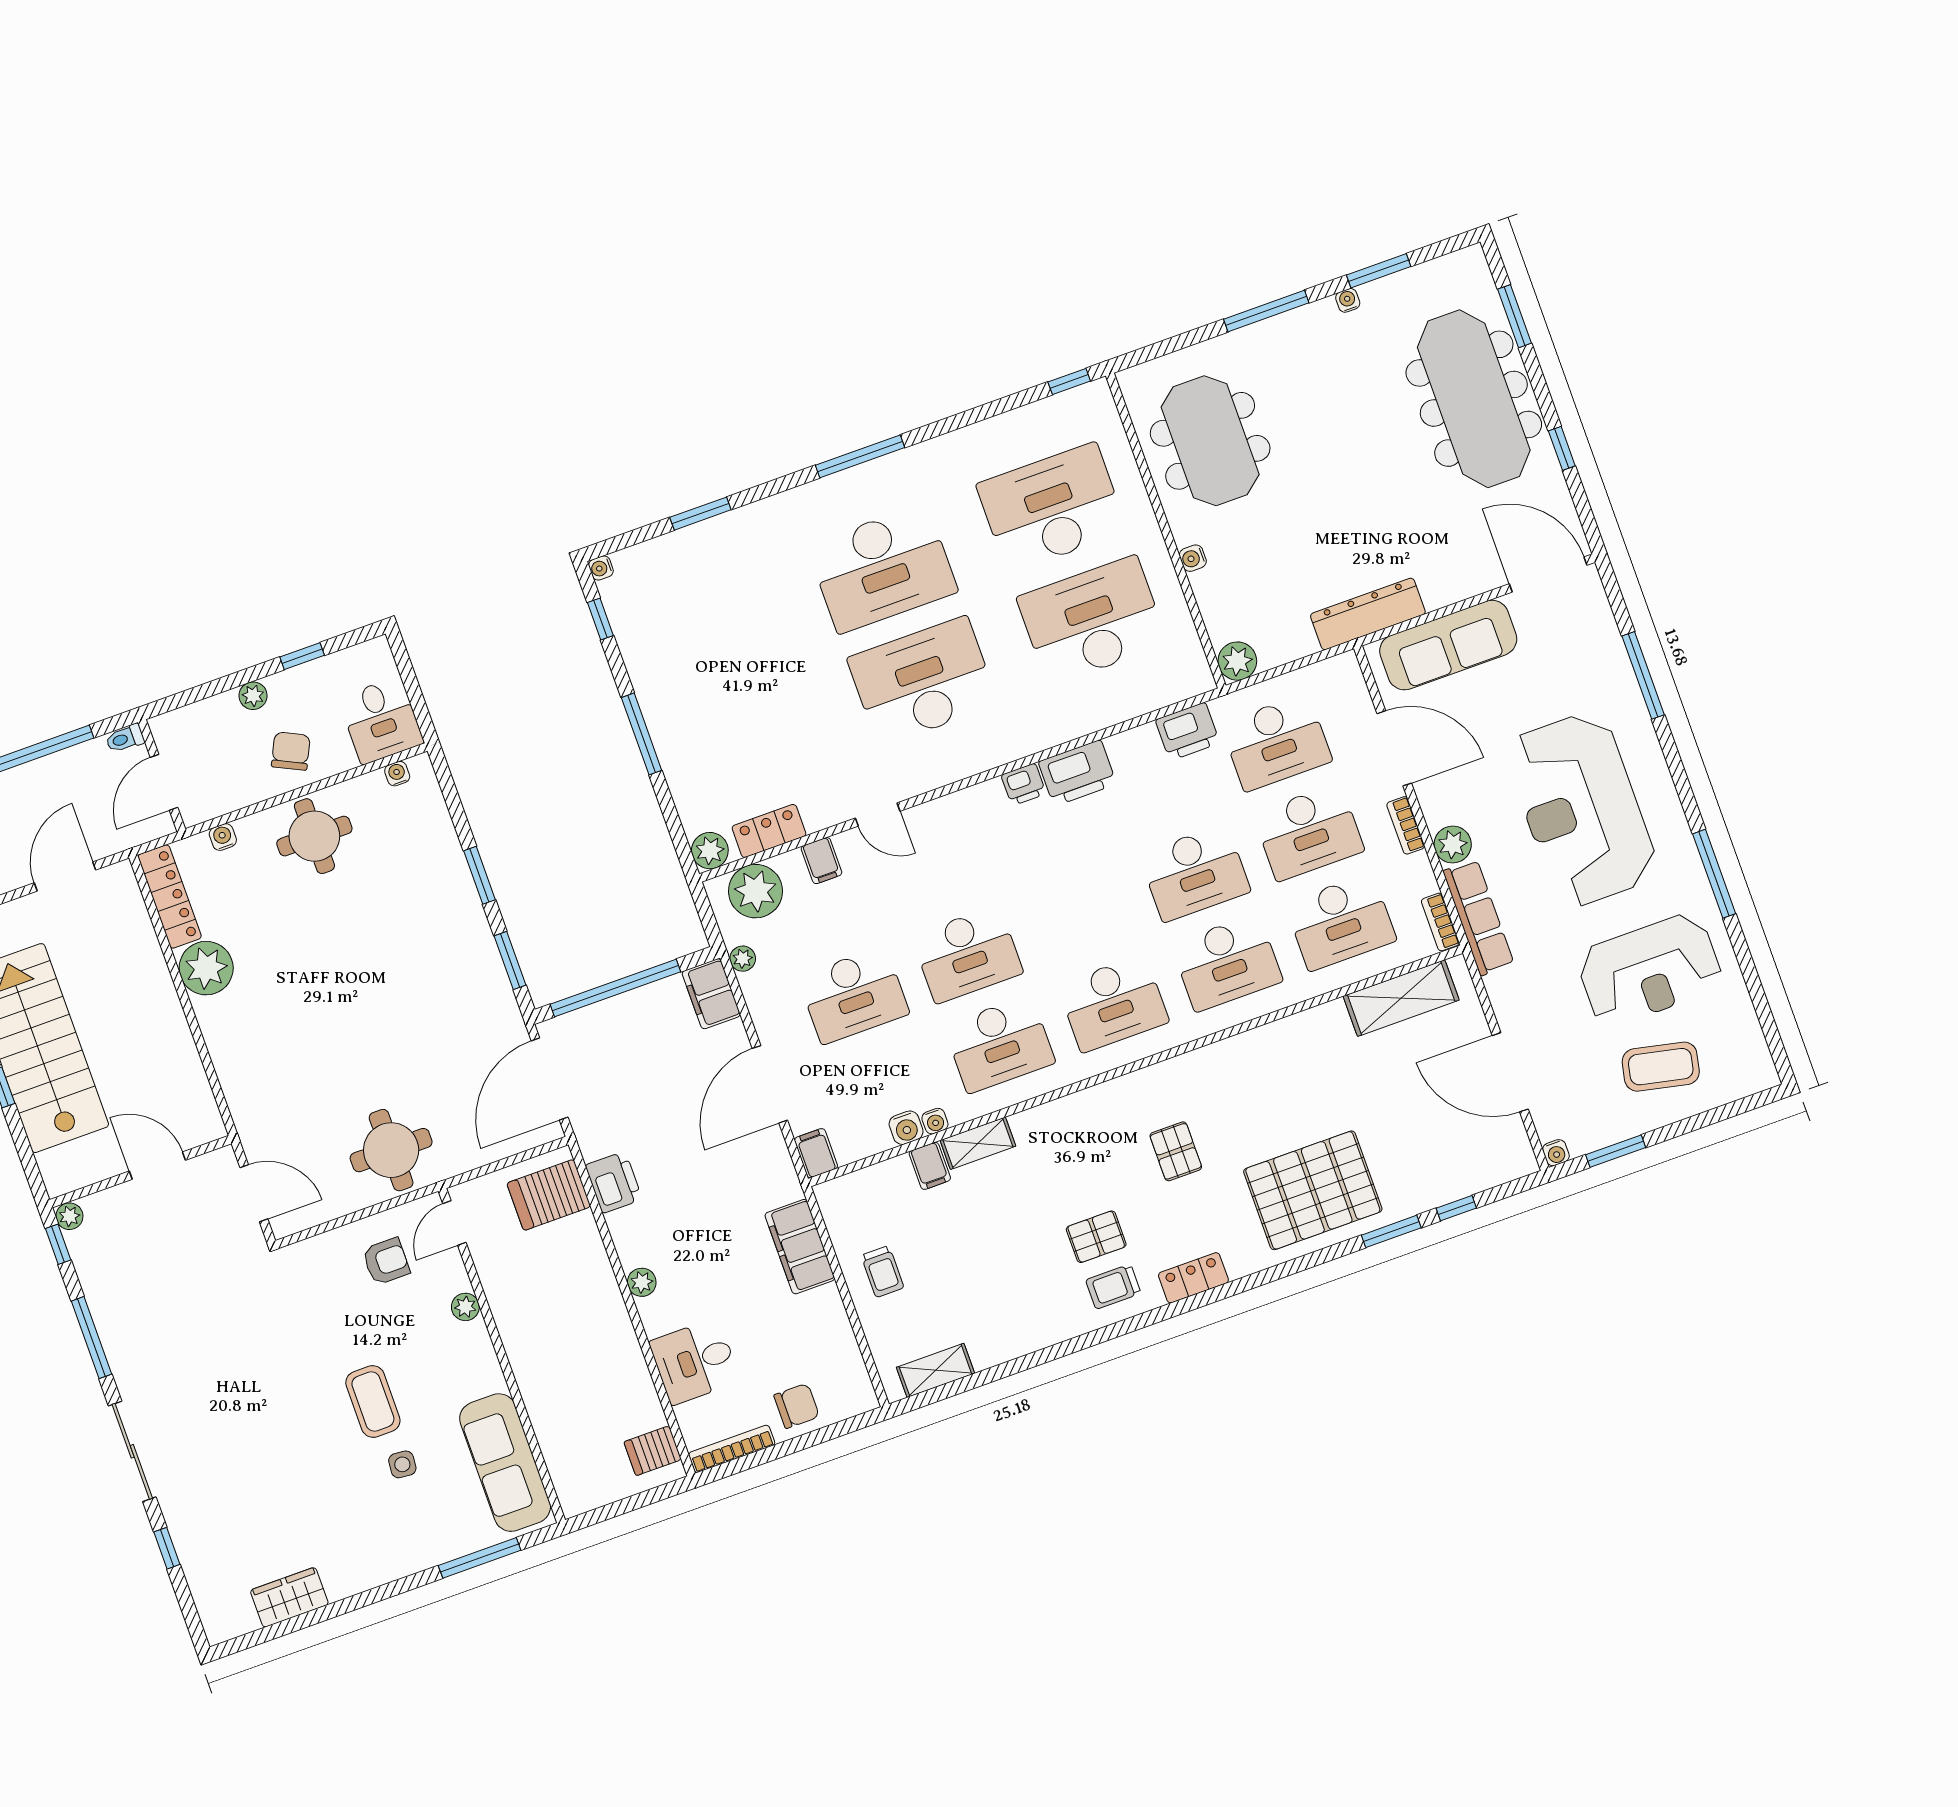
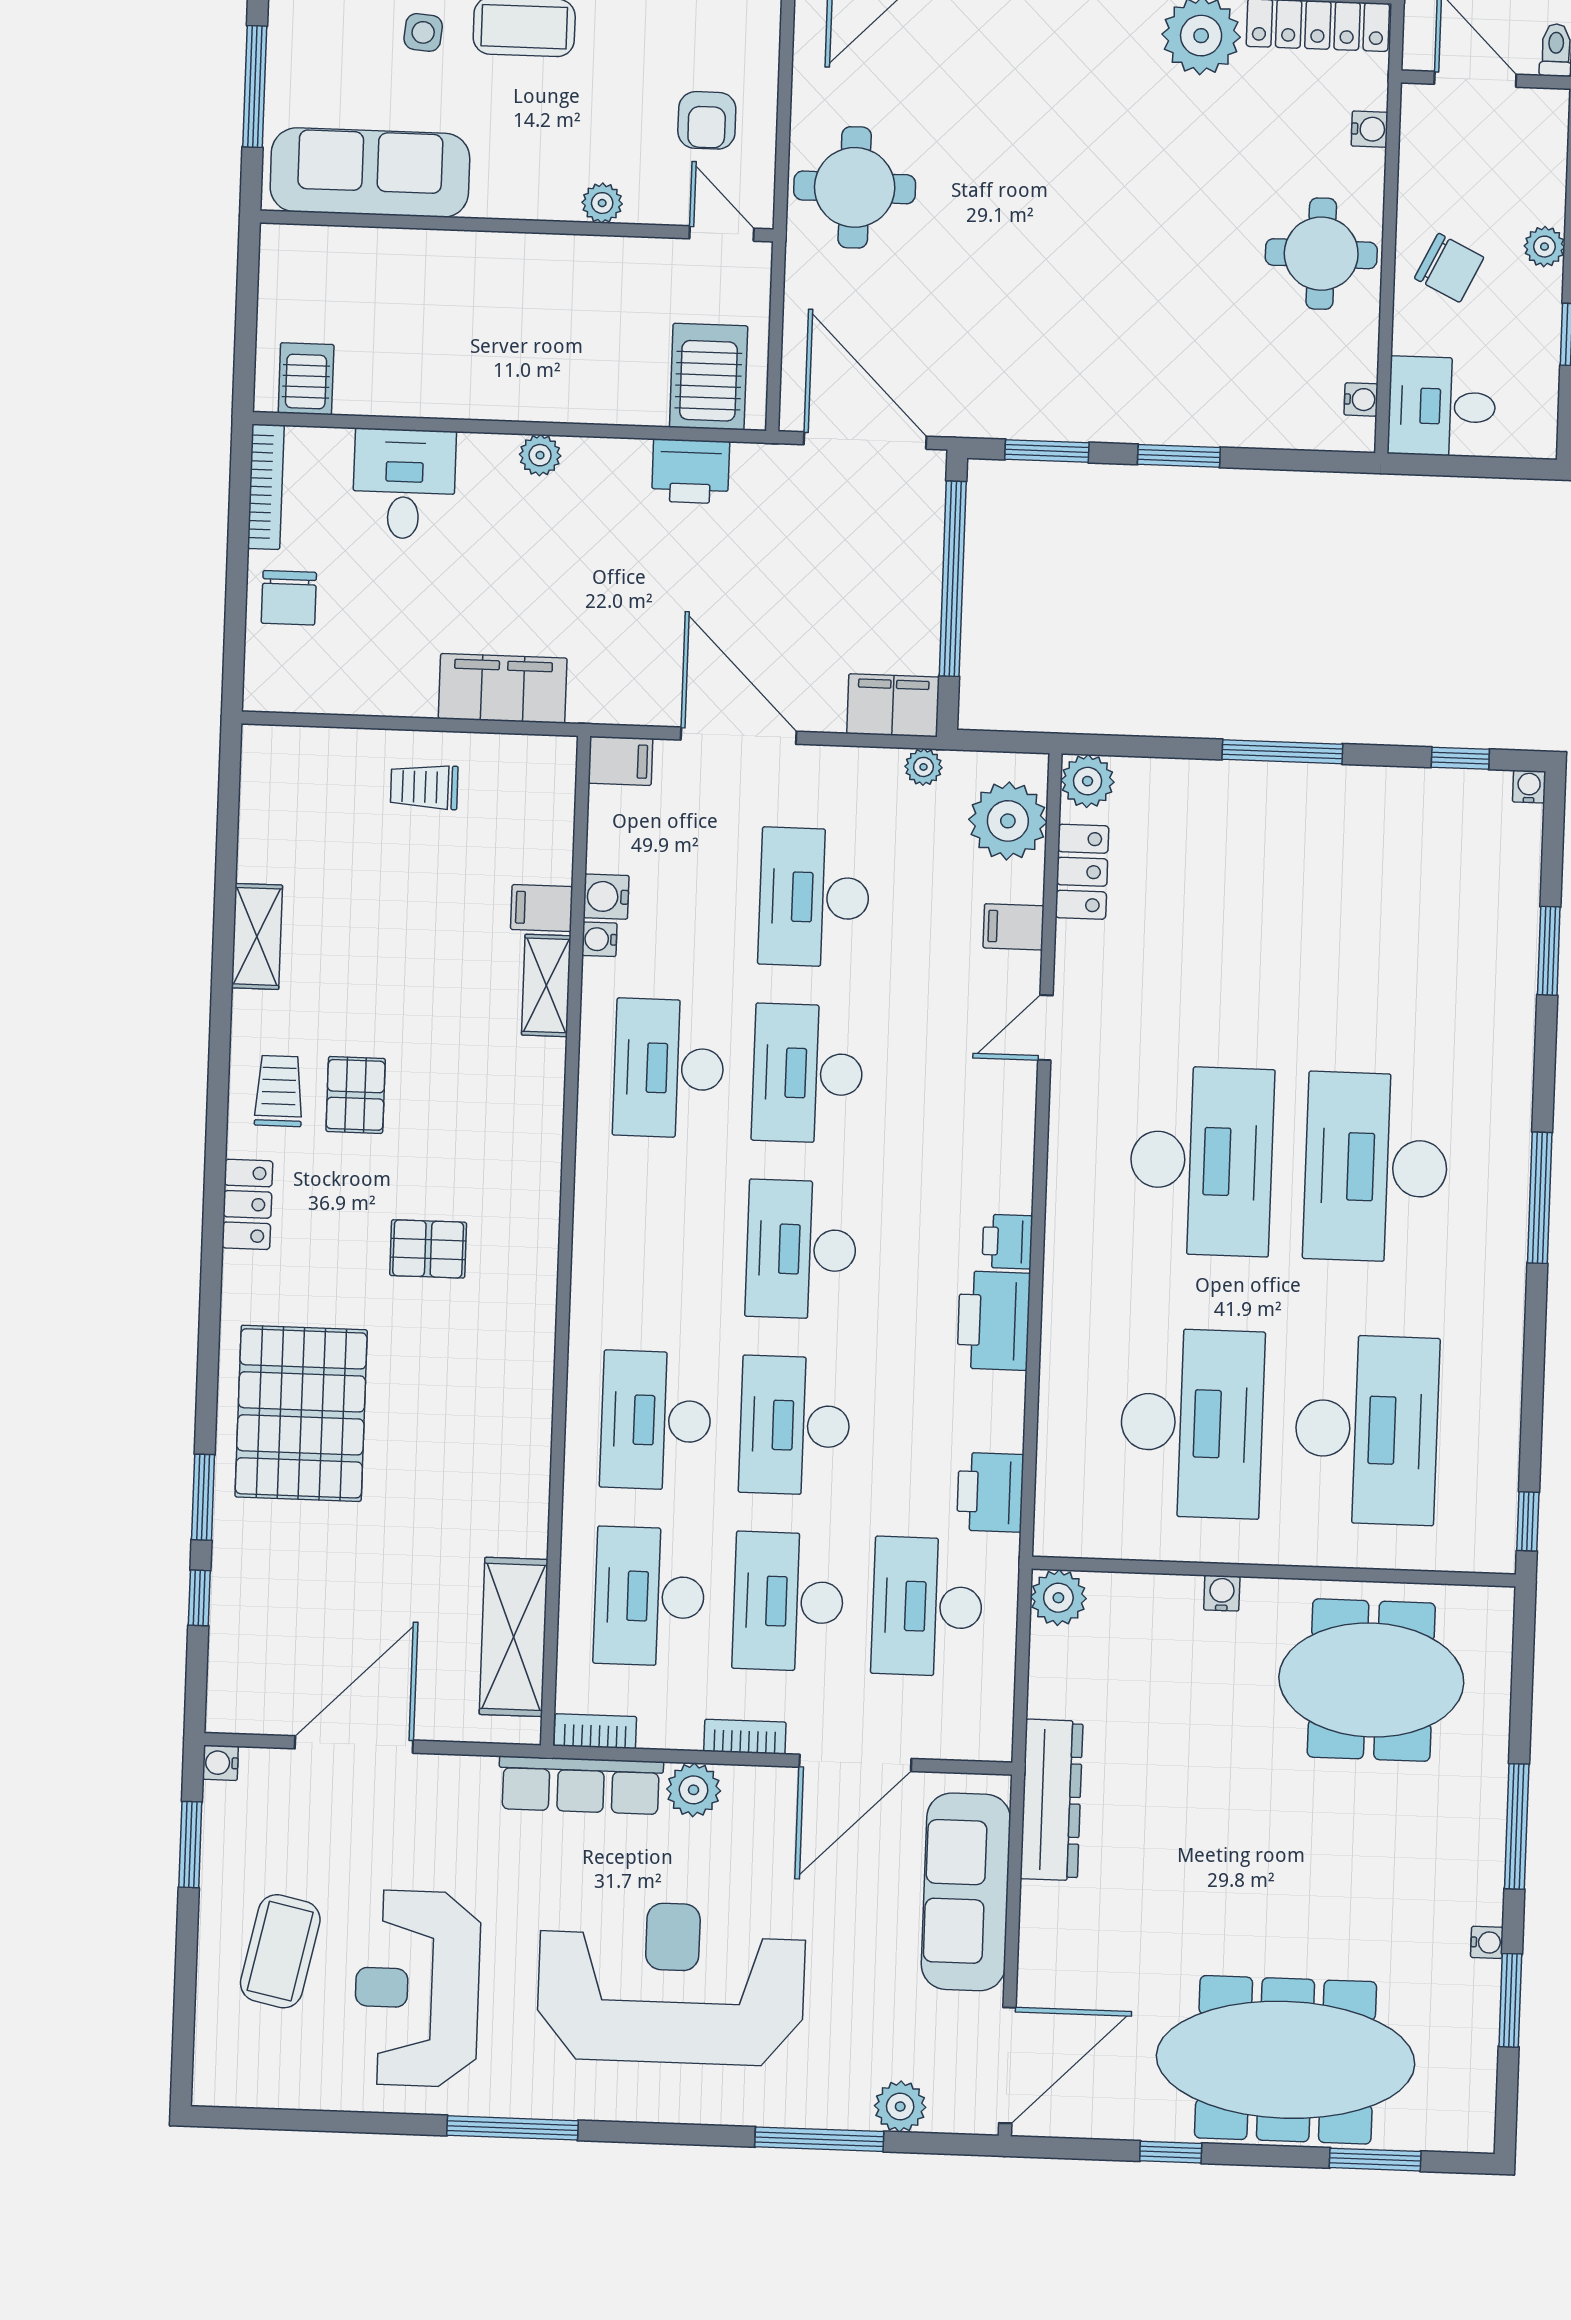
plant: (1602, 632) -> (900, 2107), added
desk: (1113, 1003) -> (801, 1249), moved
shelving: (935, 1370) -> (257, 936), moved

